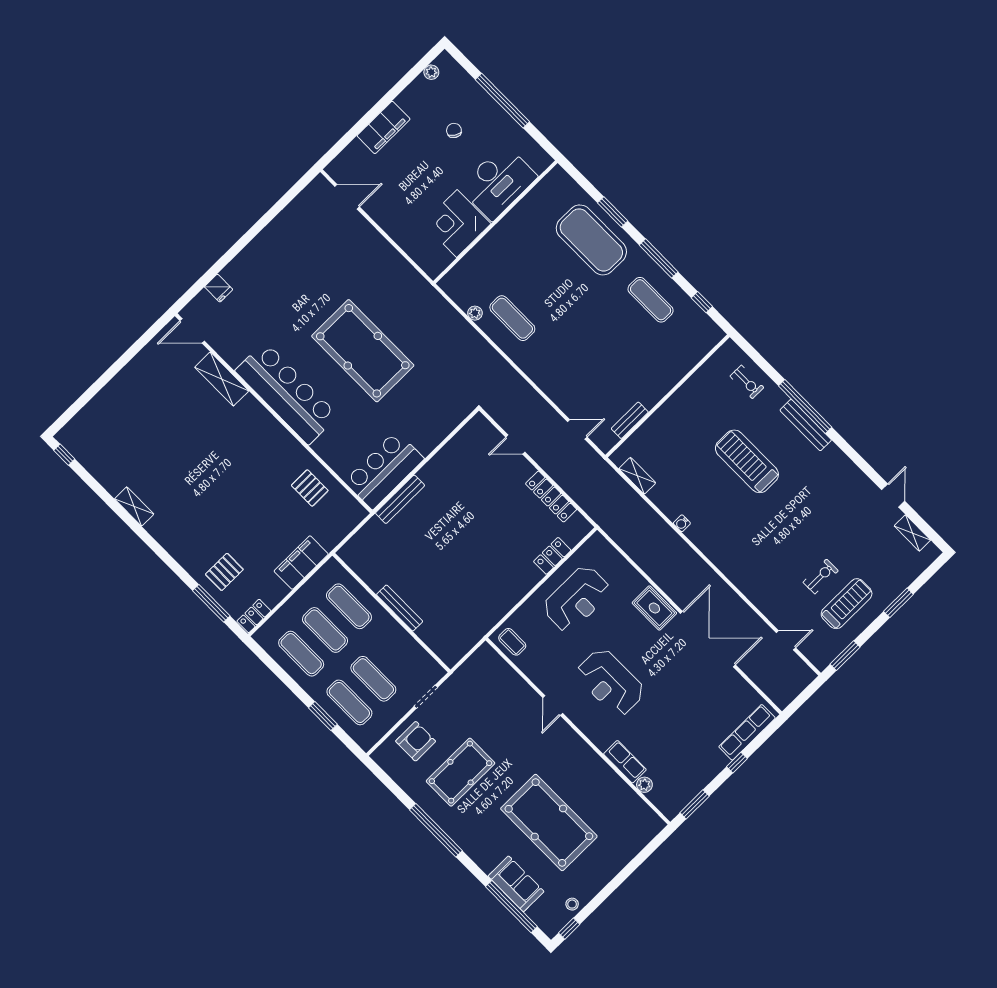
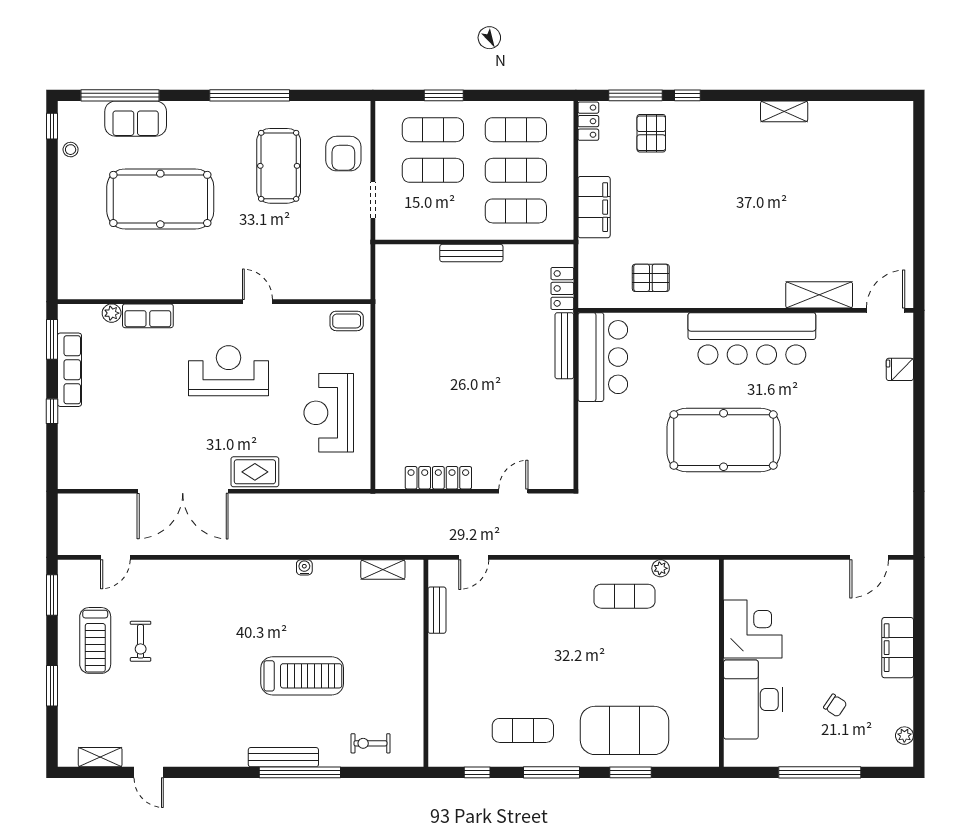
window: (64, 455) -> (687, 95), moved
locker: (552, 556) -> (562, 288), moved, turned 180
row of seats: (747, 732) -> (69, 370), moved

